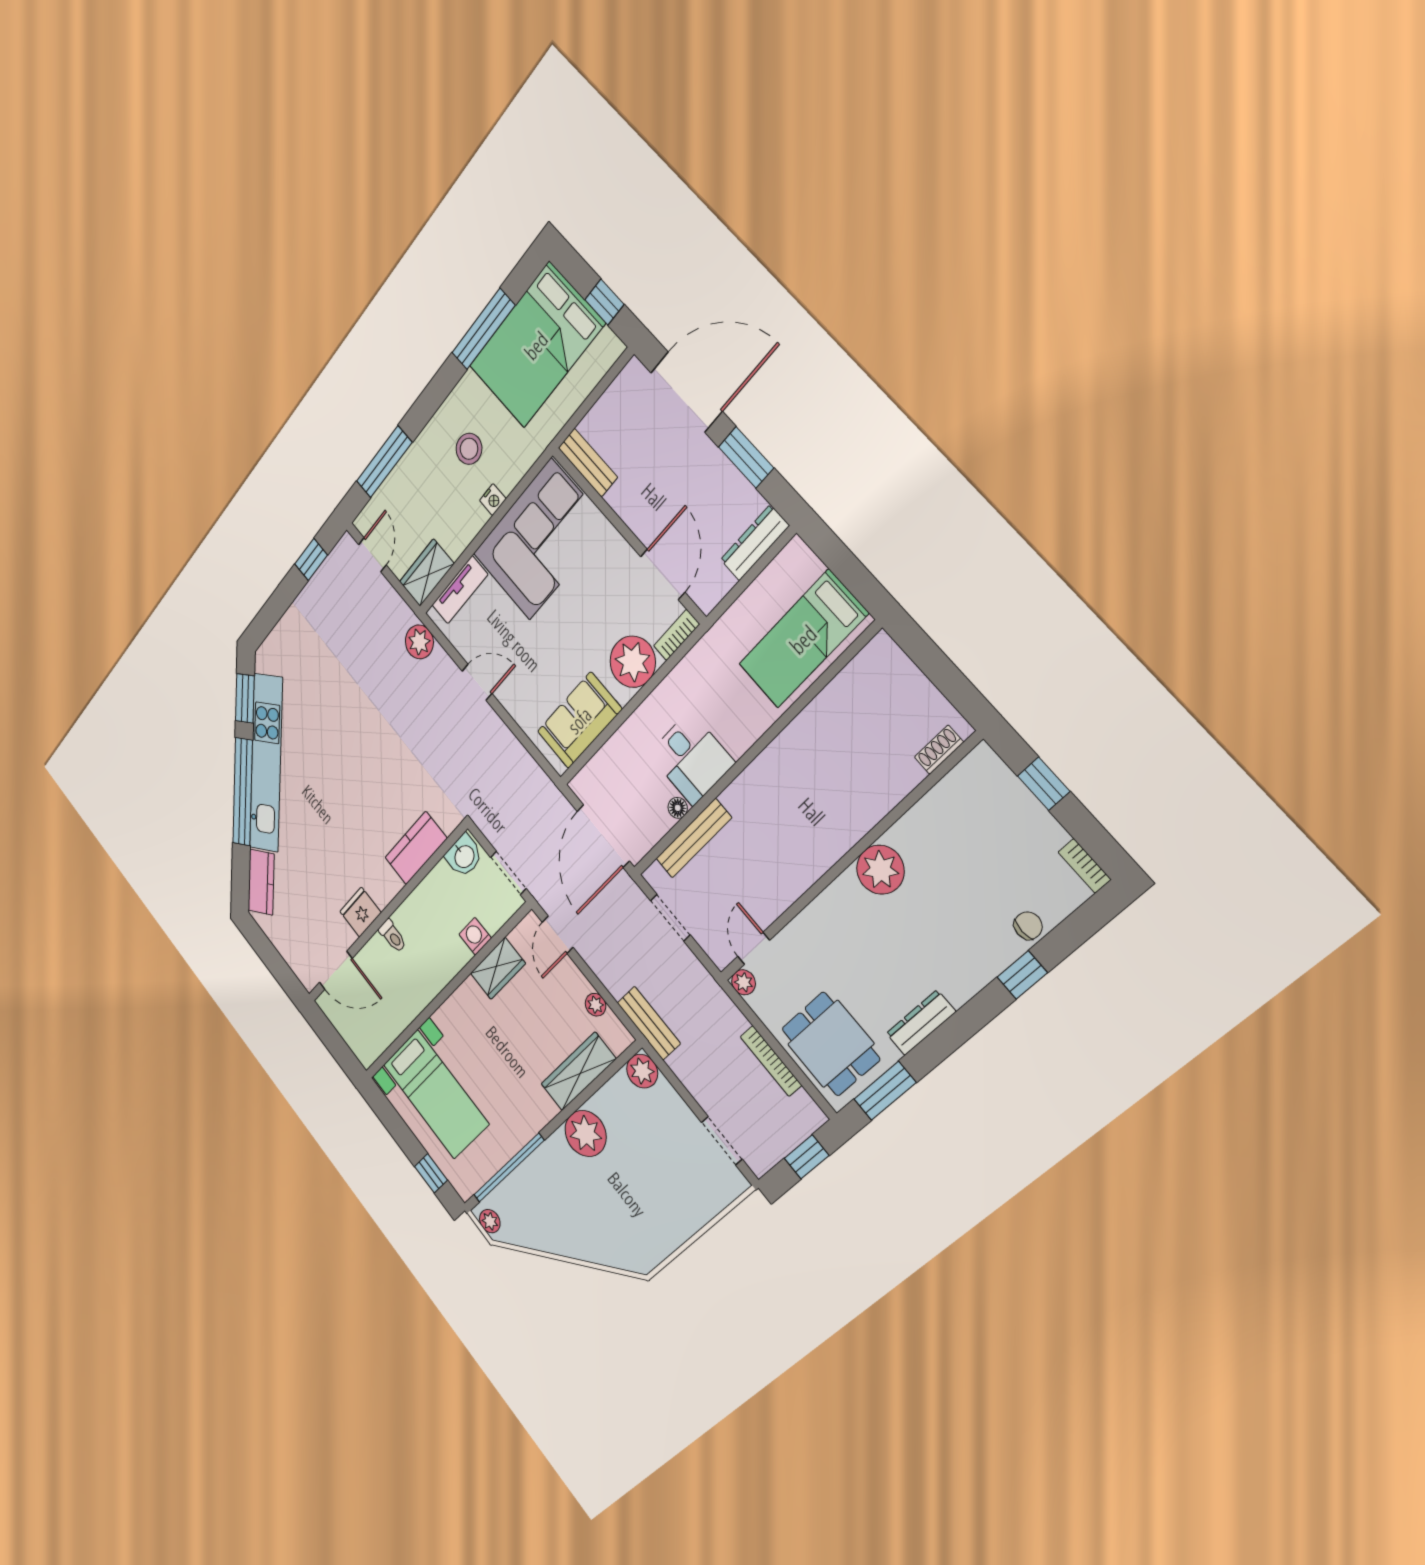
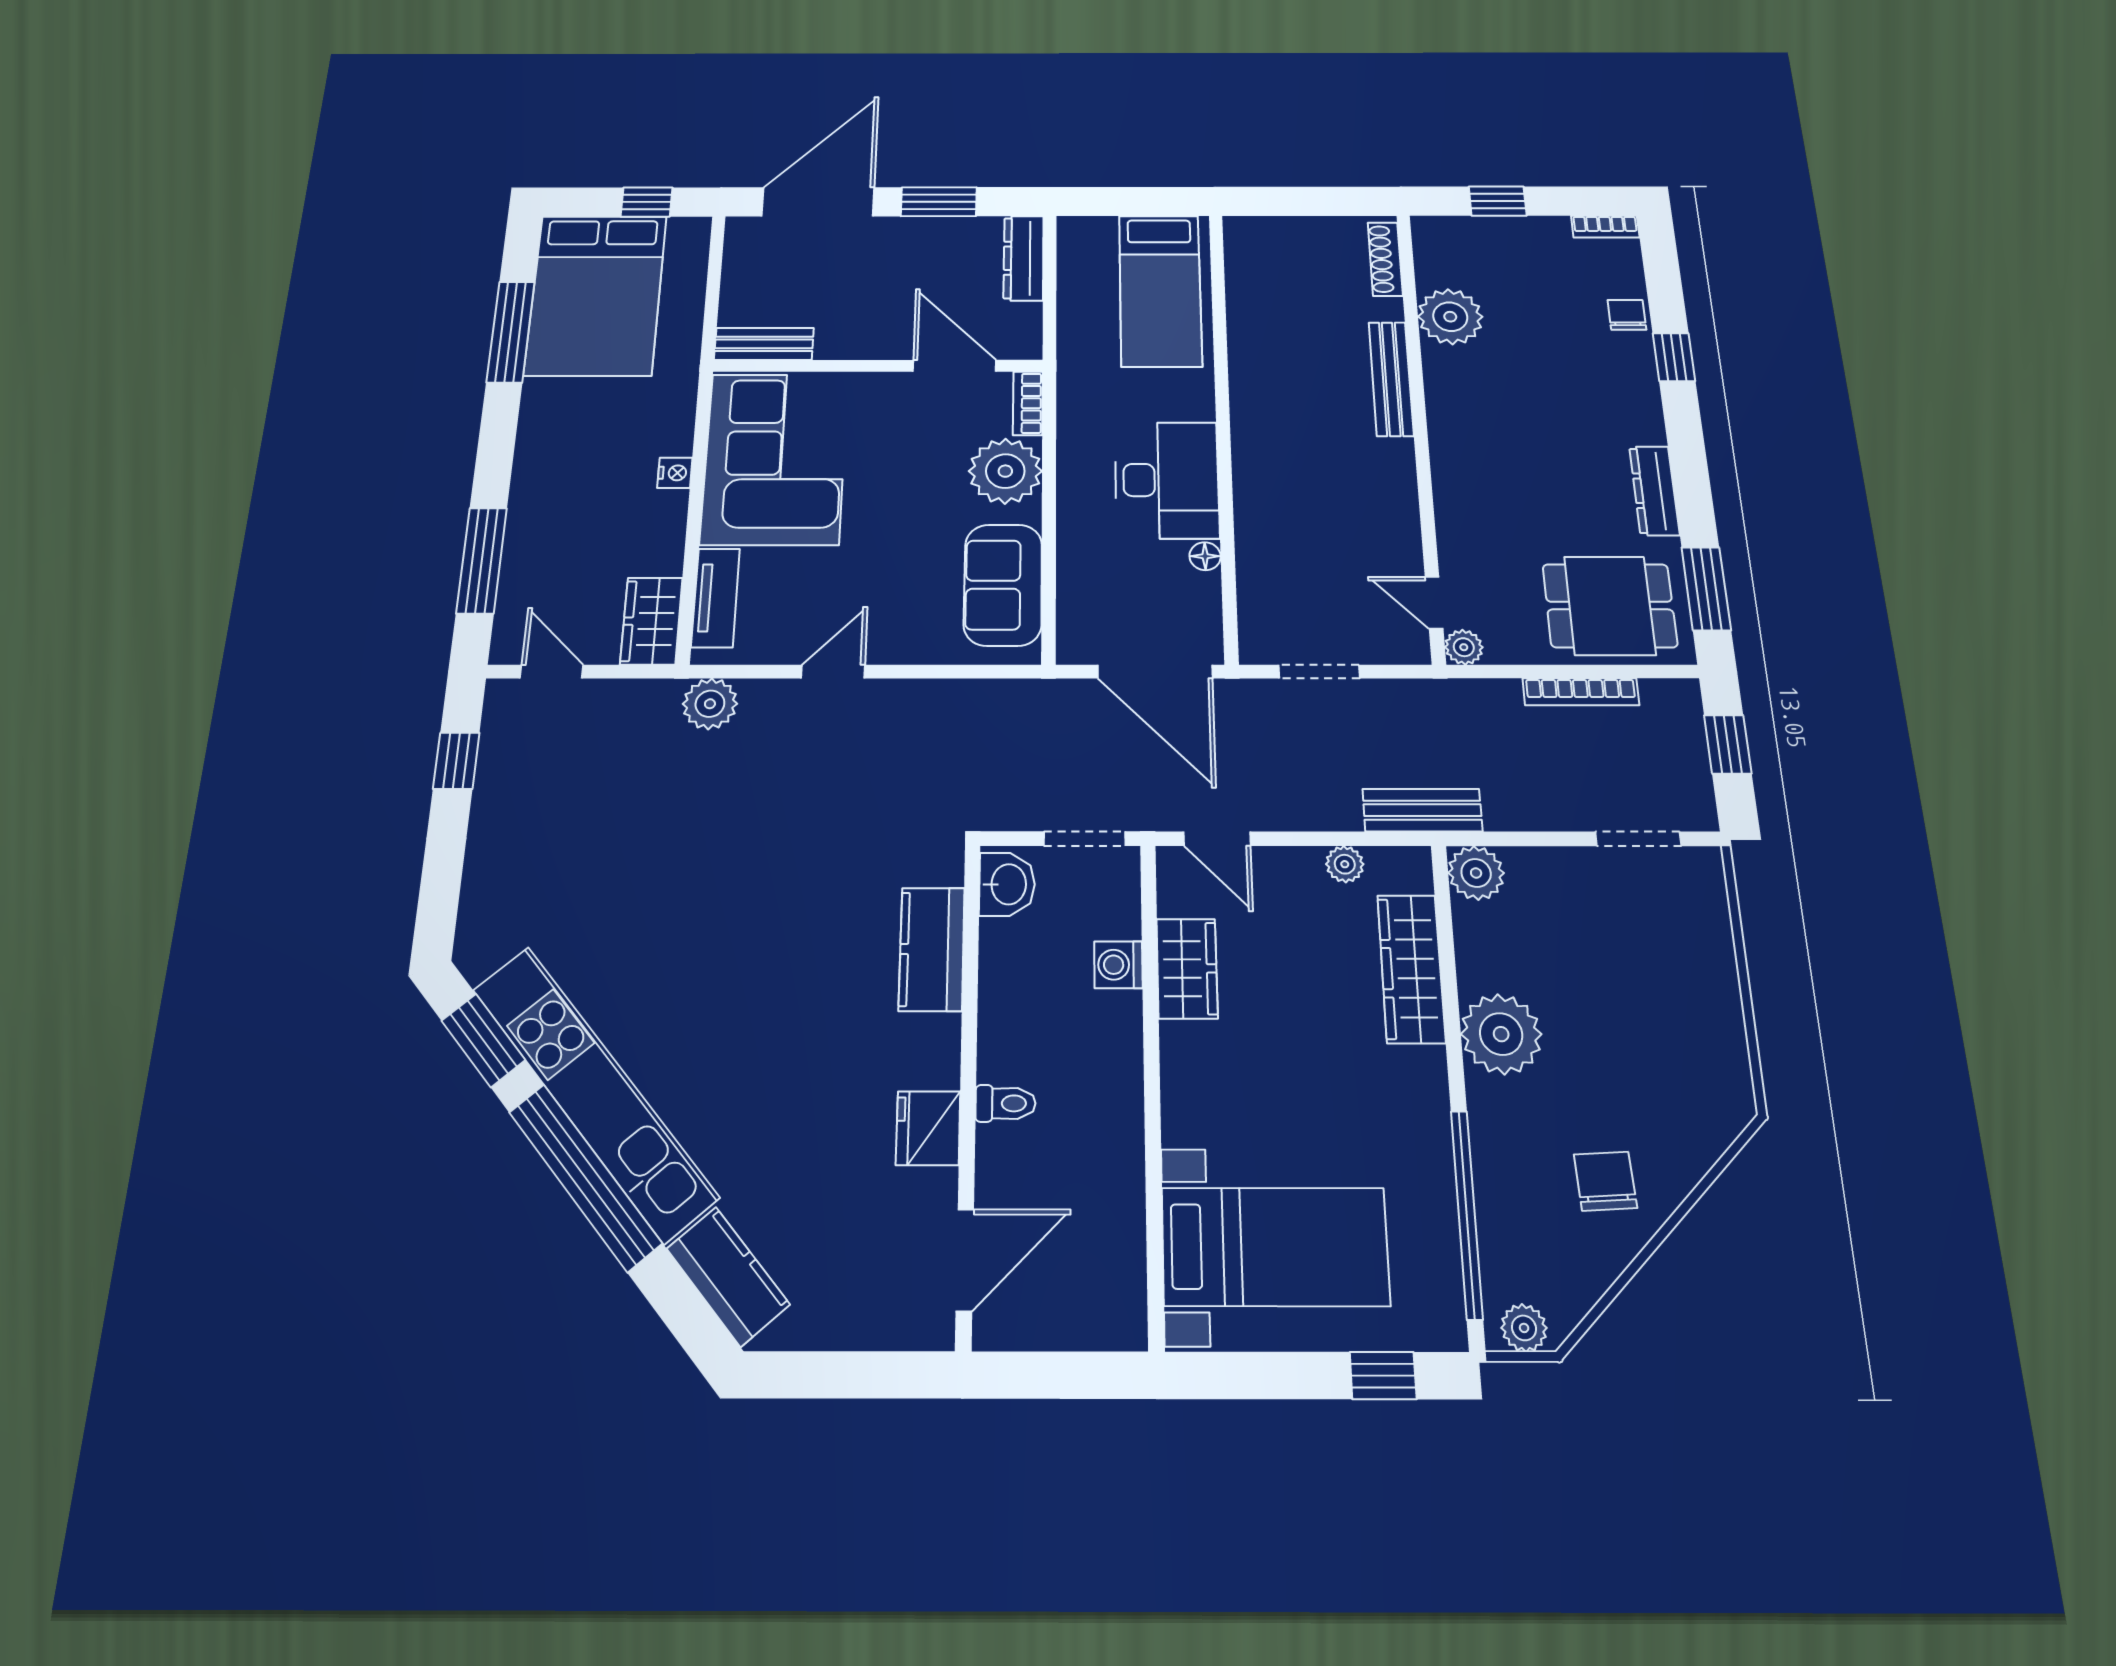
stool: (469, 449) -> (595, 452), removed
shoe rack: (939, 750) -> (1385, 259), width x1.43
desk: (691, 758) -> (1167, 480), width x1.37
bench: (694, 838) -> (1391, 379), moved
plant: (880, 870) -> (1450, 317), moved
chair: (567, 1221) -> (1605, 1181), added

